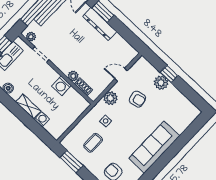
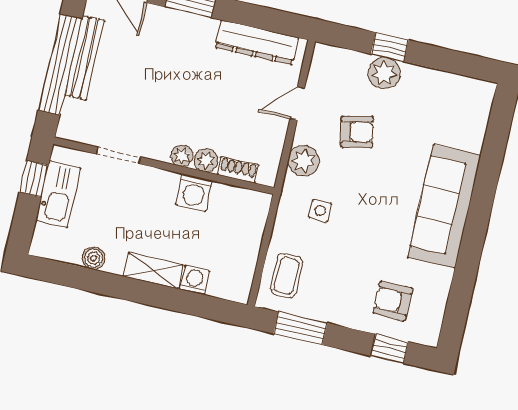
dresser: (100, 24) -> (257, 42), moved
plant: (31, 37) -> (182, 156), moved
coffee table: (93, 143) -> (287, 276), moved

